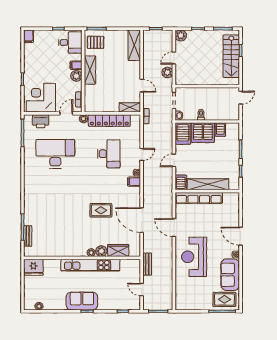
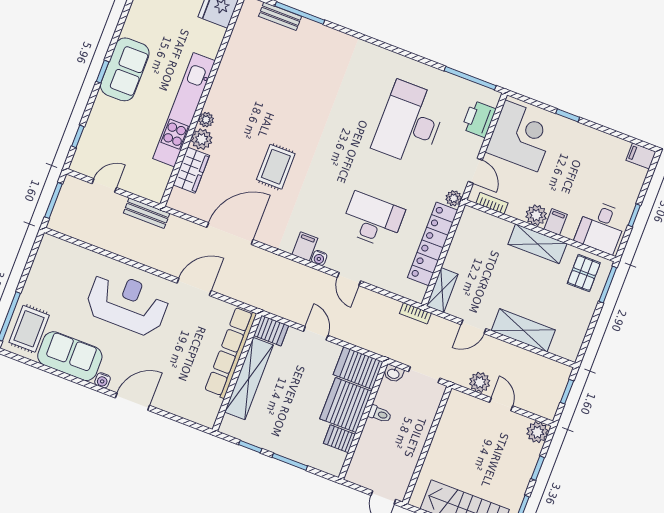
shelving: (134, 45) -> (523, 330), moved
desk: (55, 154) -> (410, 123), turned 180
desk: (109, 154) -> (373, 220), turned 180

